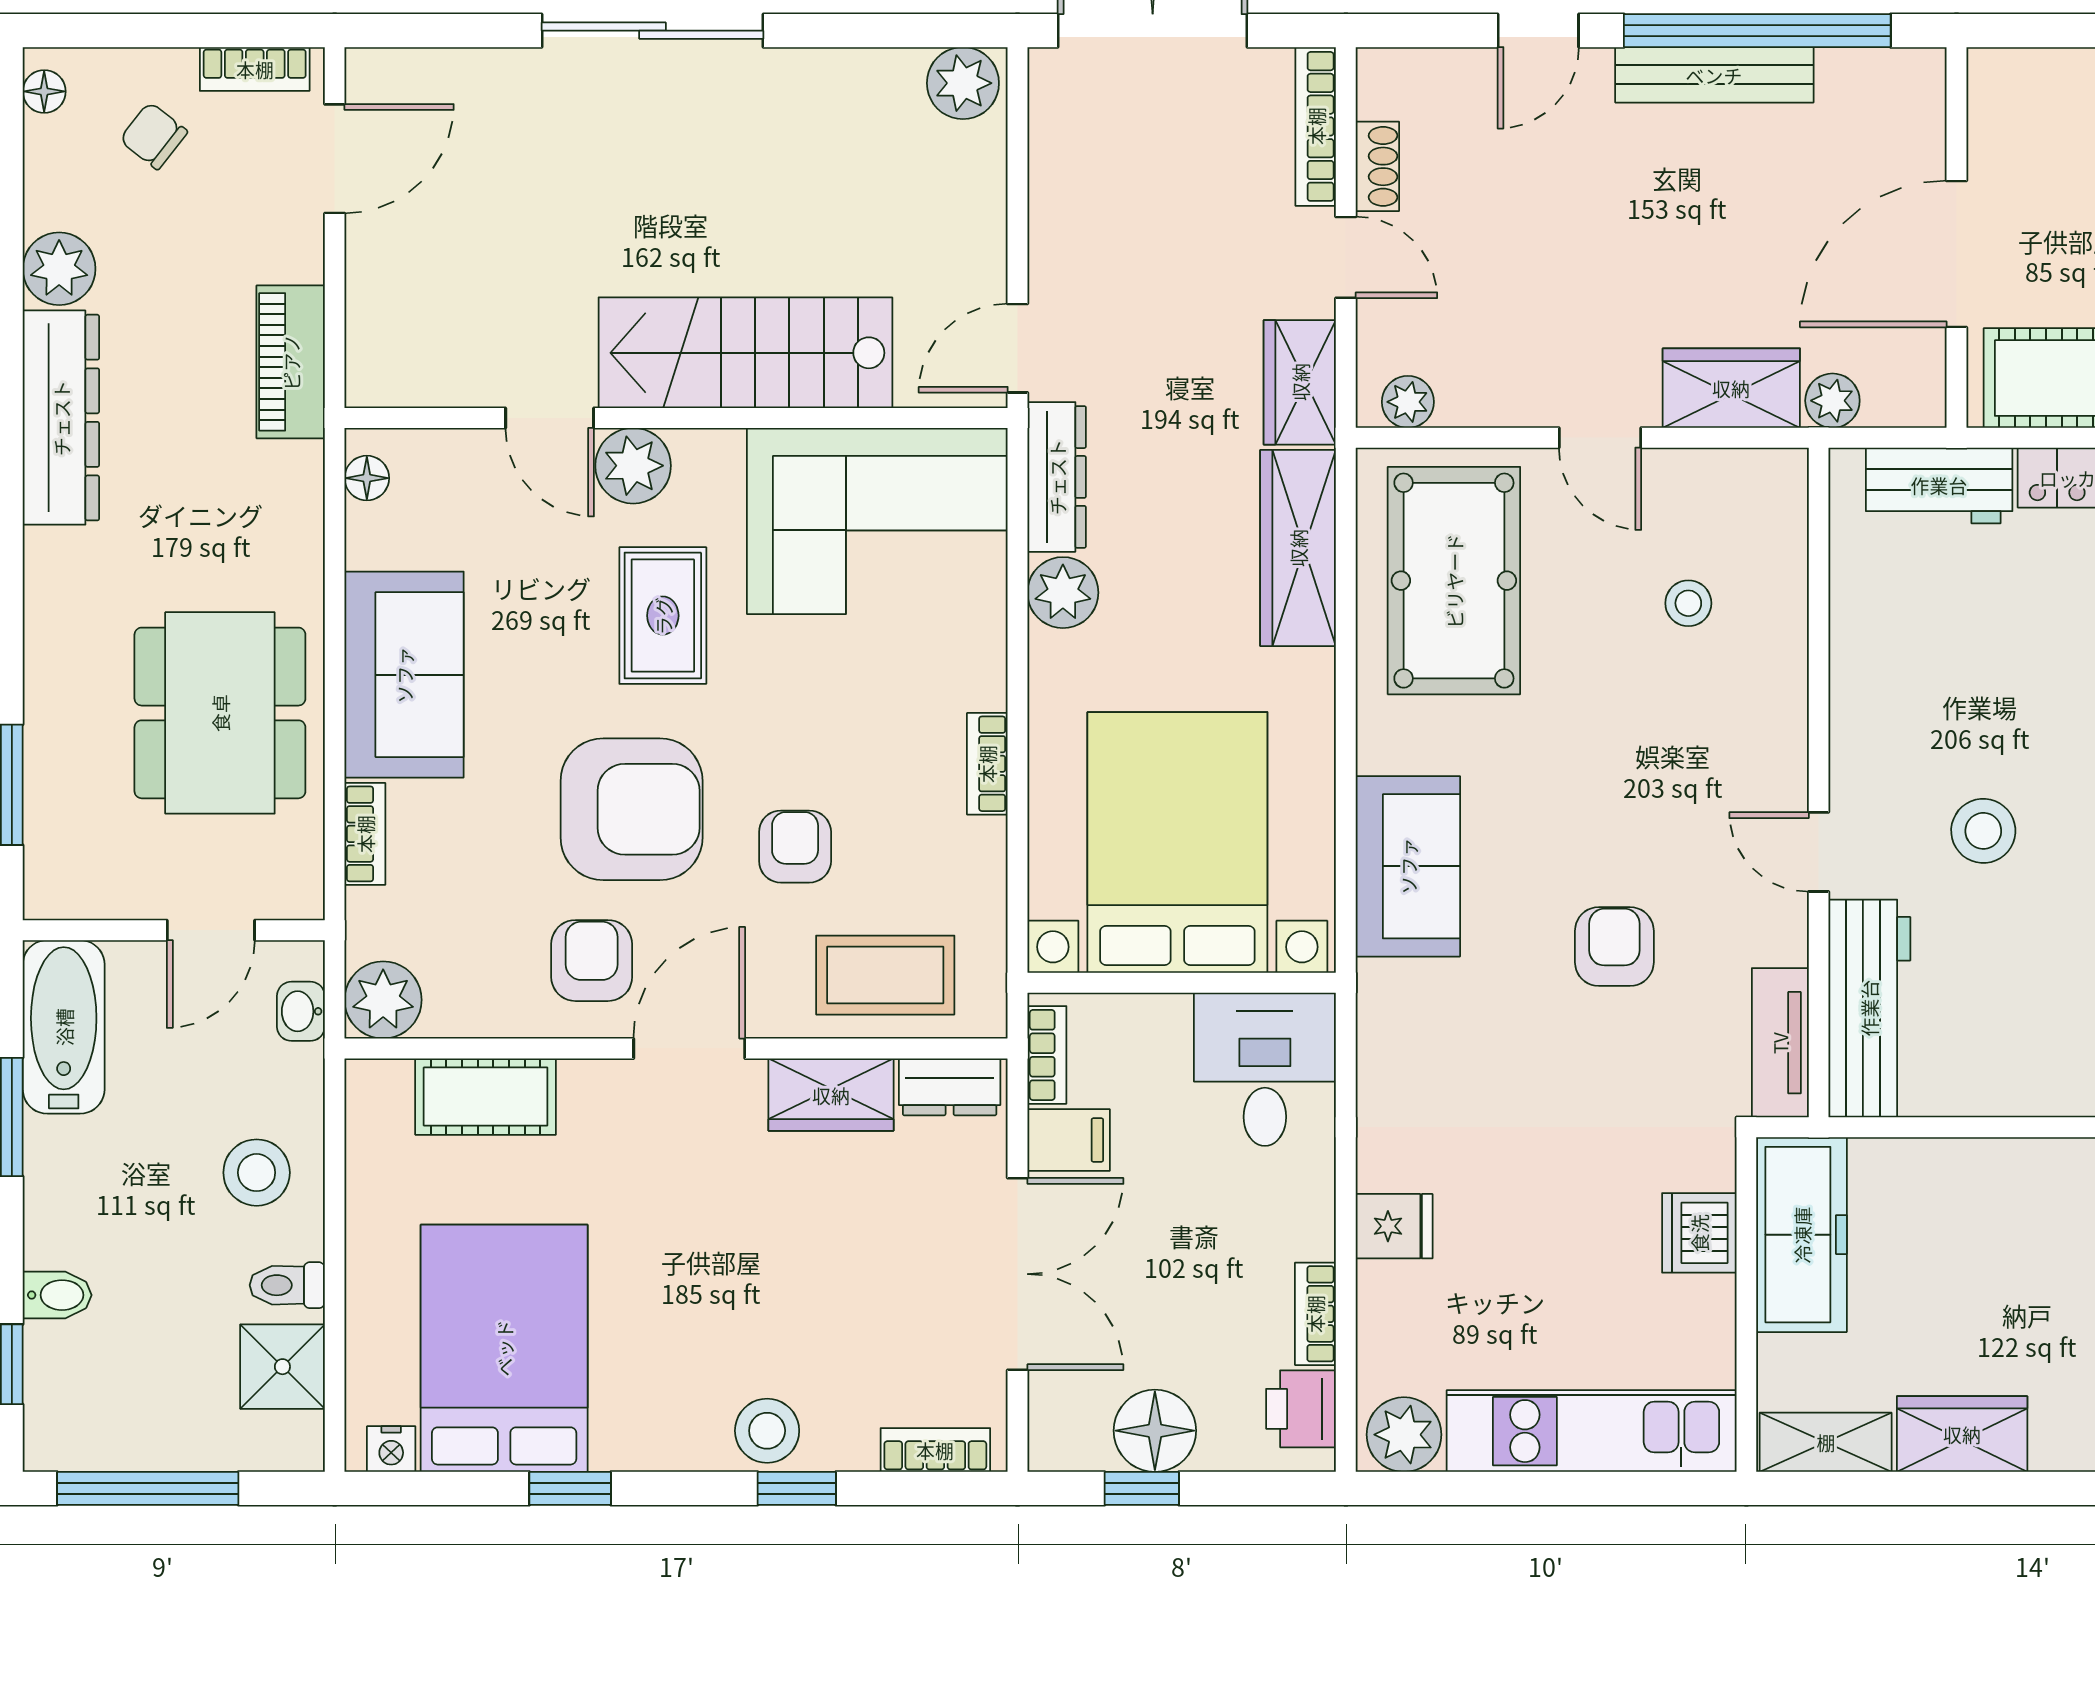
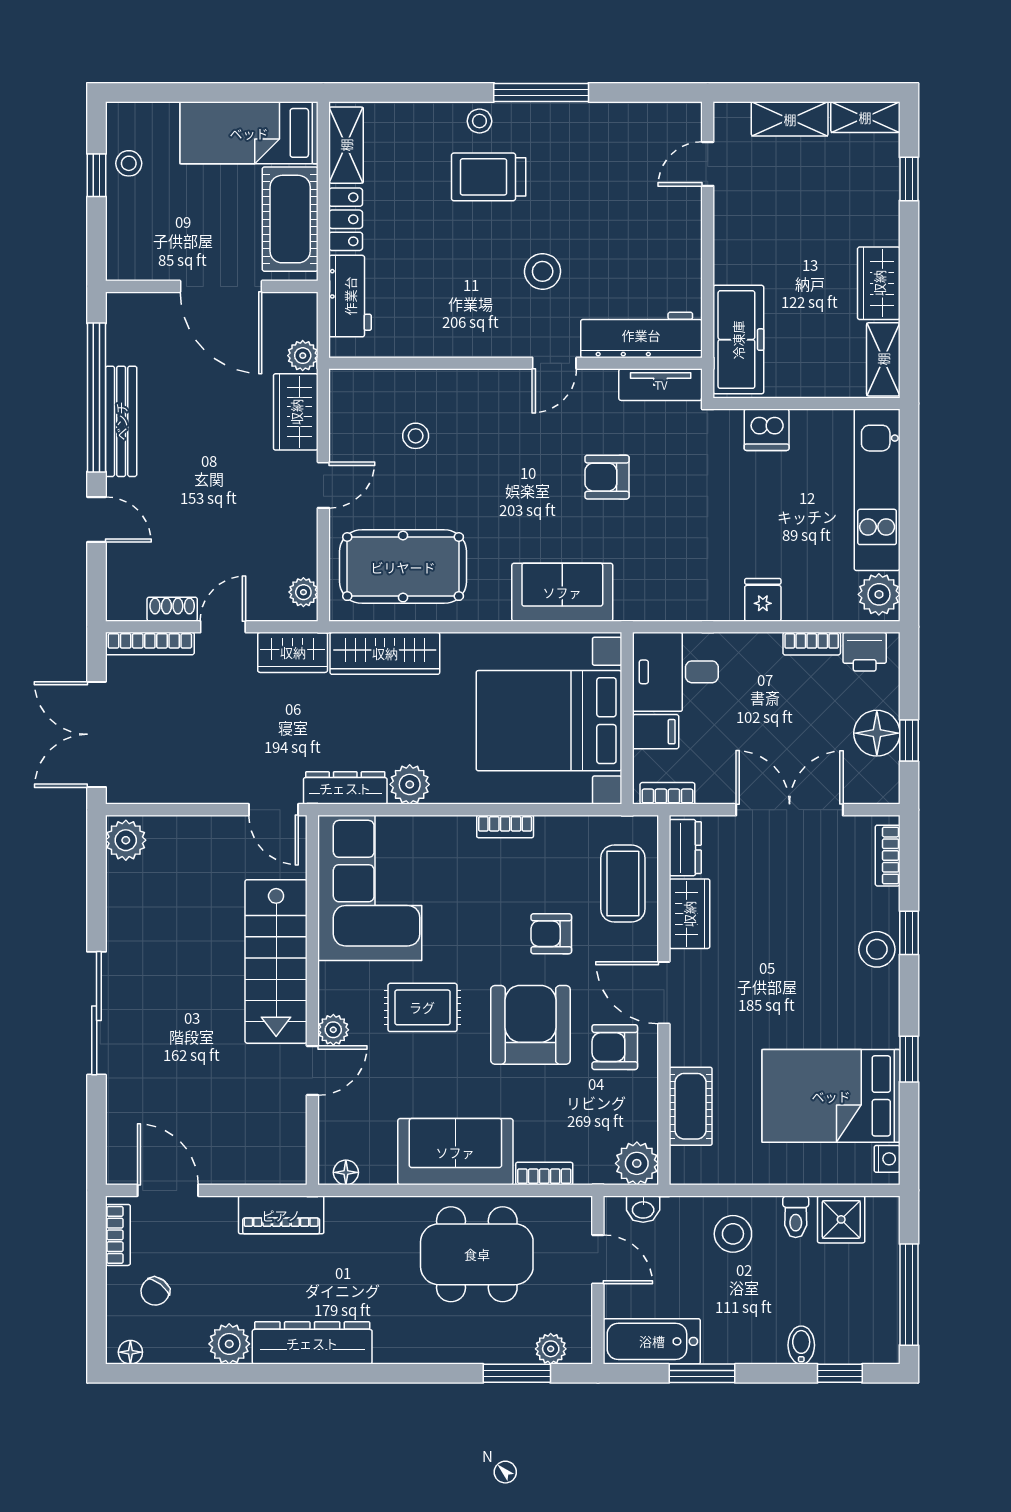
plant: (633, 466) -> (333, 1030), width x0.73, depth x0.73
plant: (50, 846) -> (551, 1349), added
filing cabinet: (1069, 1140) -> (656, 732), moved, turned 90
freezer: (1802, 1235) -> (738, 340), moved, turned 90

